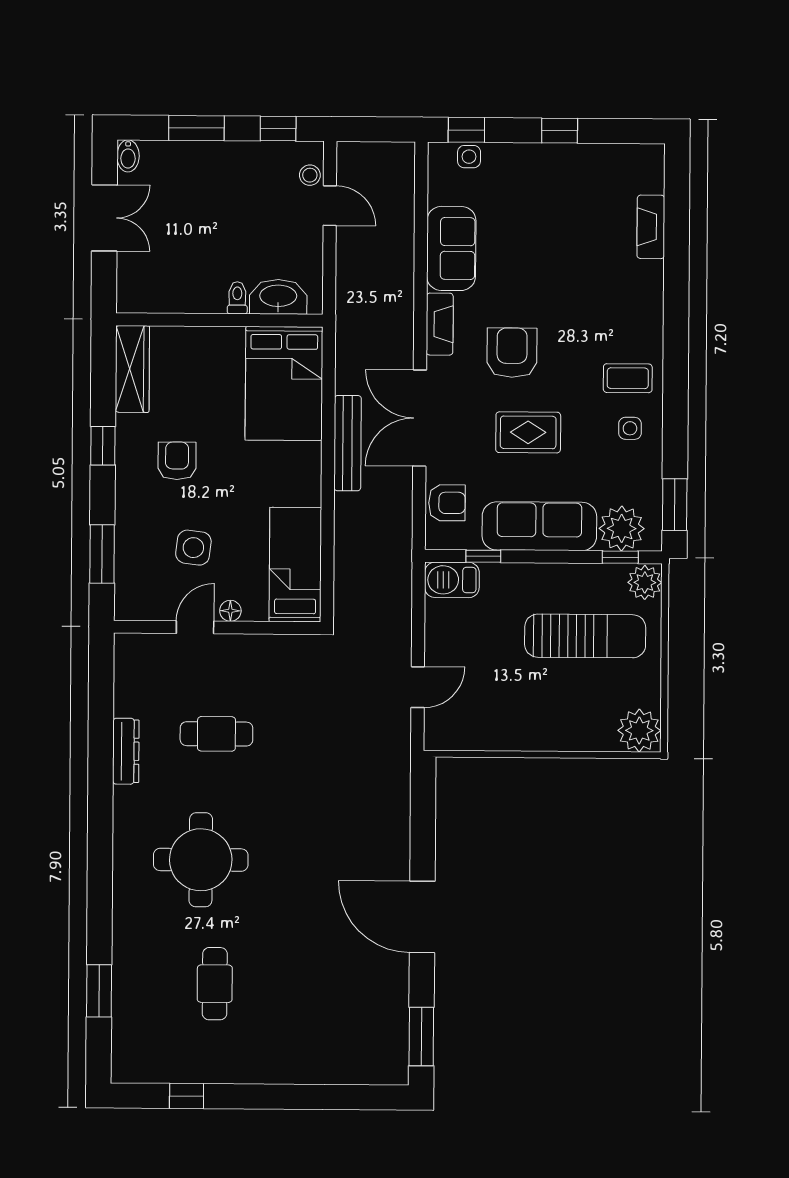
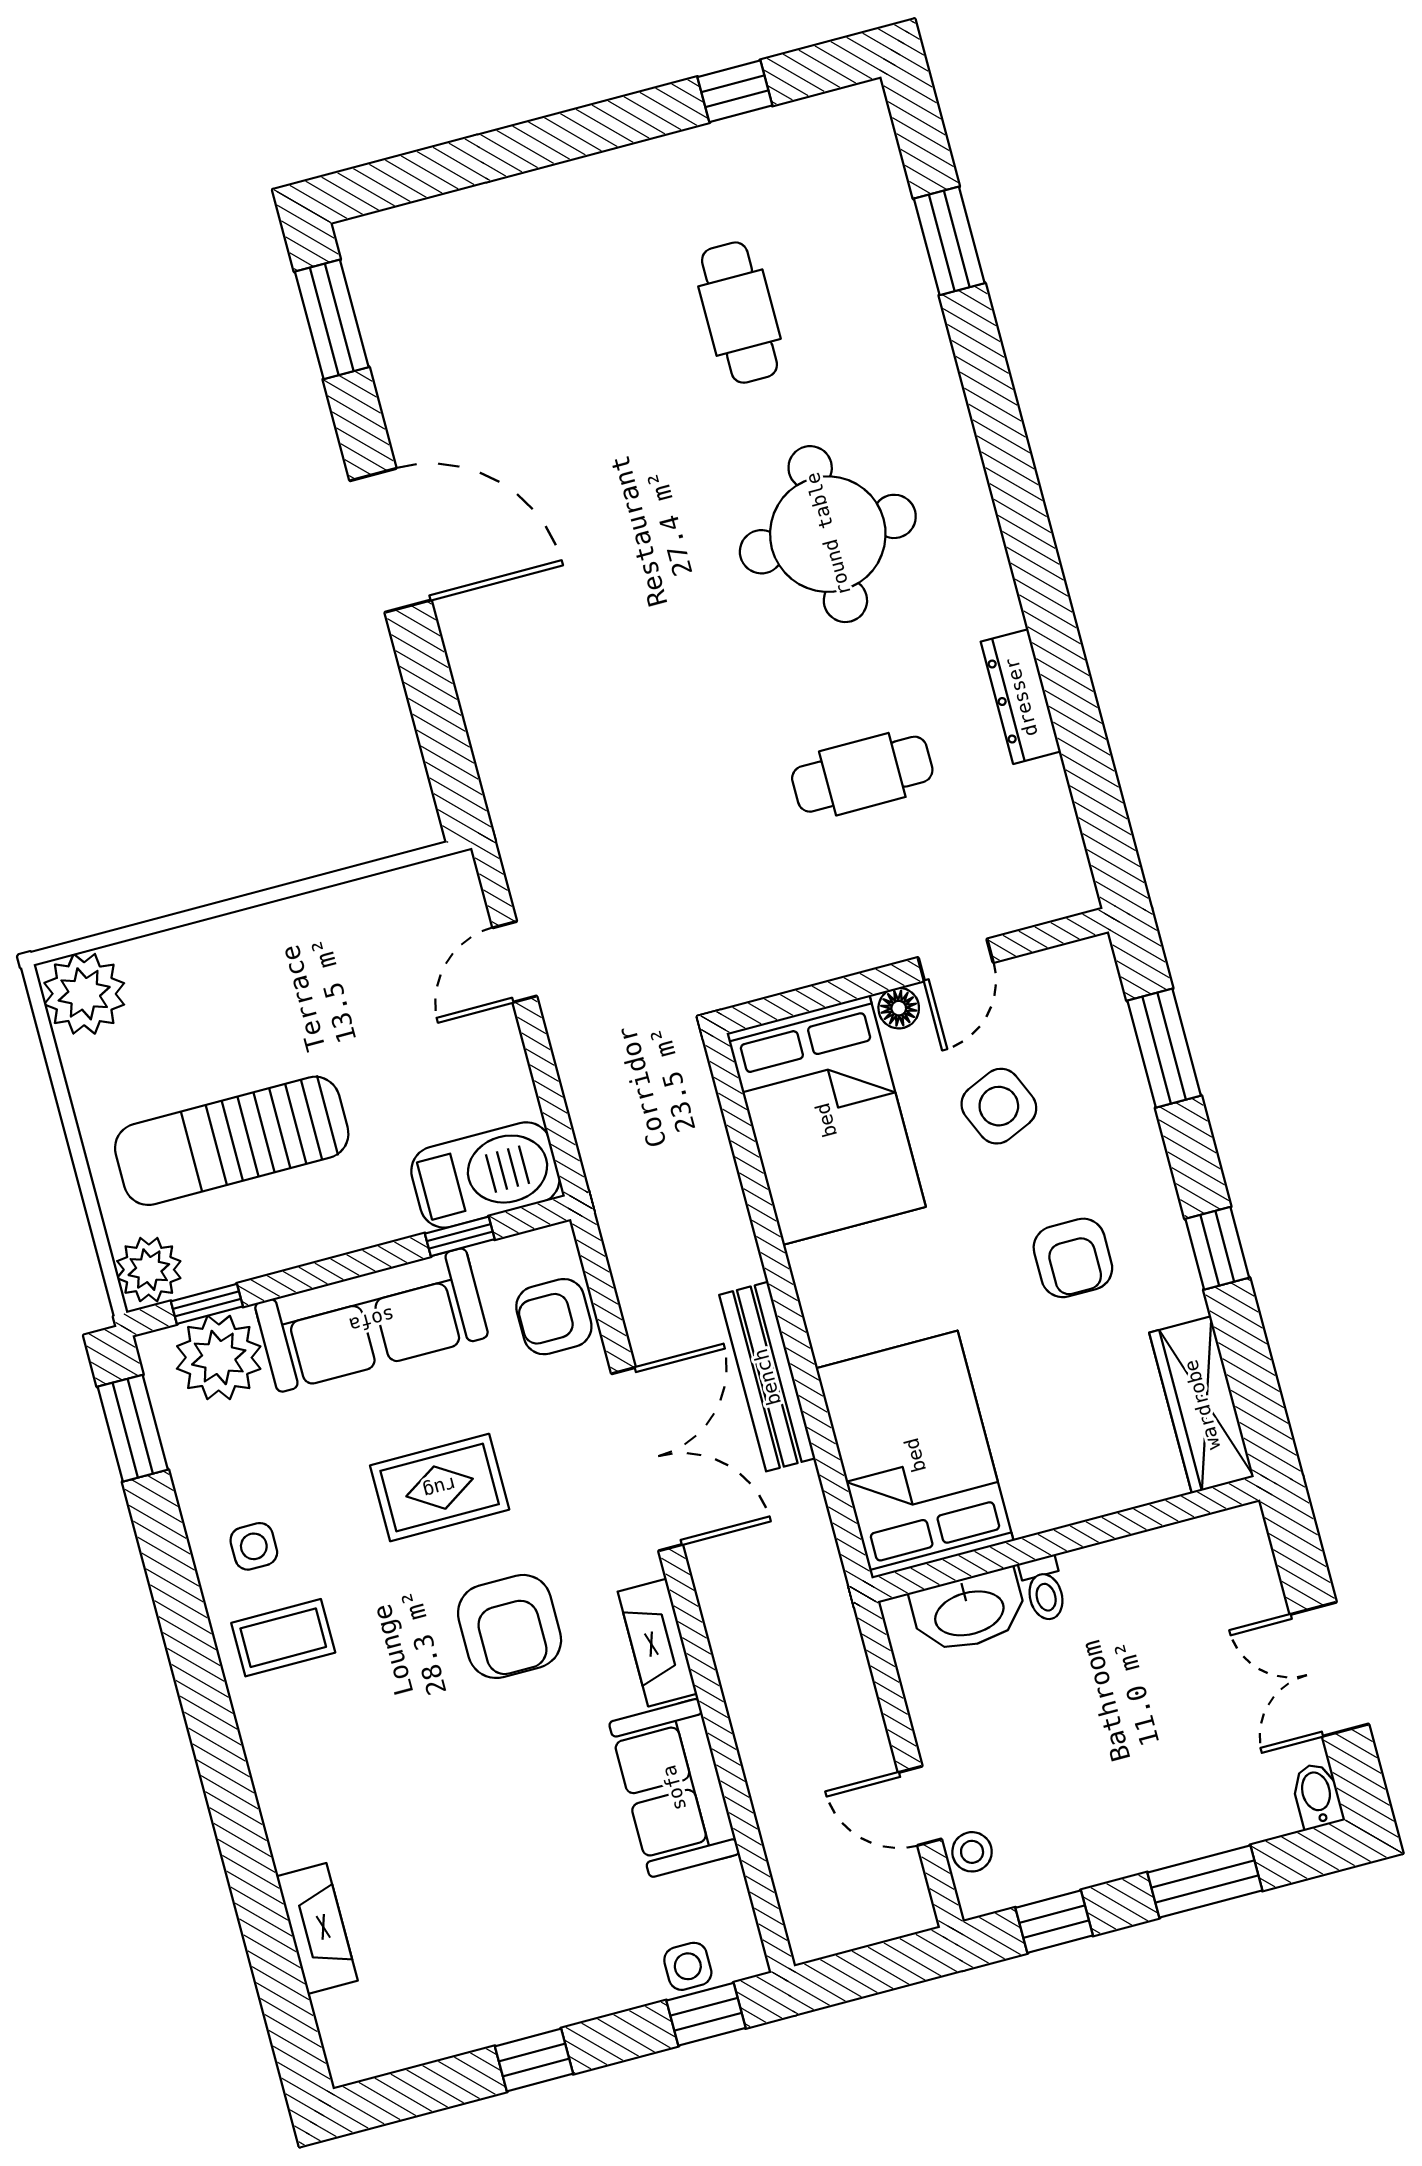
side table: (193, 548) -> (999, 1106), turned -31
bed: (295, 565) -> (826, 1120), width x1.50
barbecue: (452, 580) -> (485, 1175), width x1.37, depth x1.21

